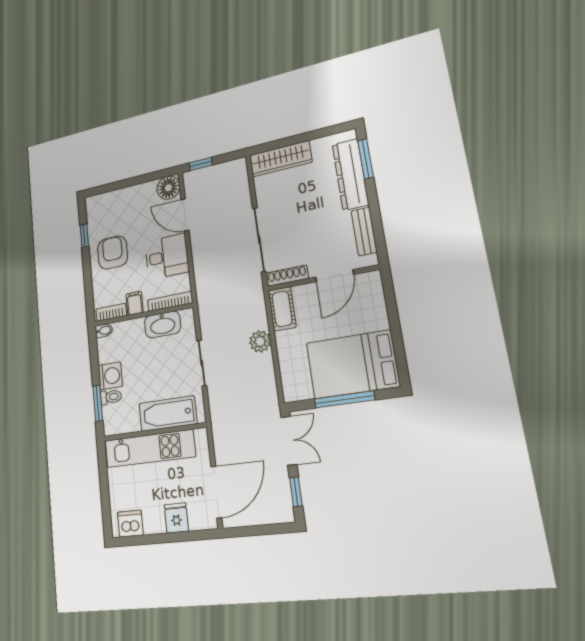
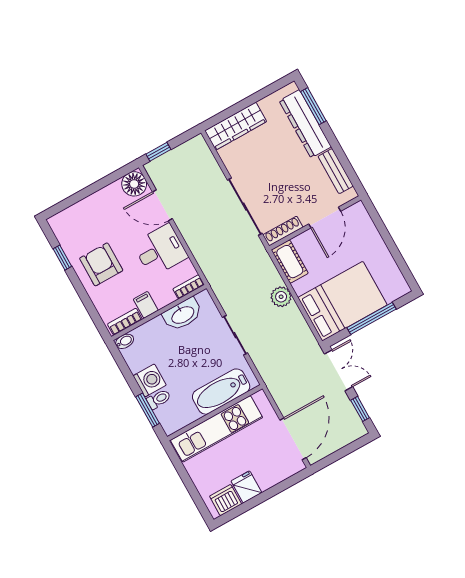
bookcase: (170, 301) -> (189, 287), width x0.64
bed: (352, 364) -> (343, 301), moved, turned 180
fridge: (176, 518) -> (246, 487), moved

